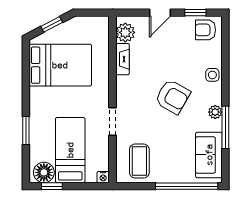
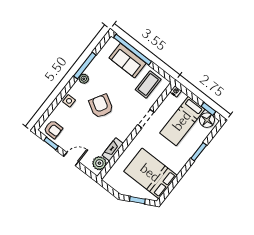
sofa: (209, 155) -> (128, 61), moved, turned 90

